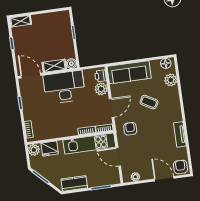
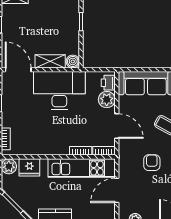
door: (112, 108) -> (117, 126), hinge flipped
armchair: (130, 129) -> (152, 163), moved
door: (118, 157) -> (117, 190), hinge flipped

